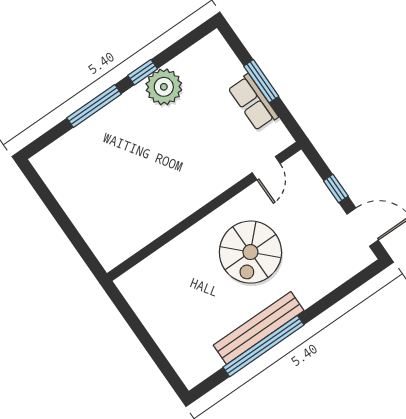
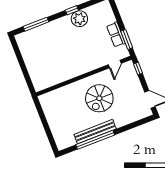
window: (261, 81) -> (127, 39), moved
window: (94, 106) -> (36, 24), moved
window: (336, 189) -> (138, 69), moved

